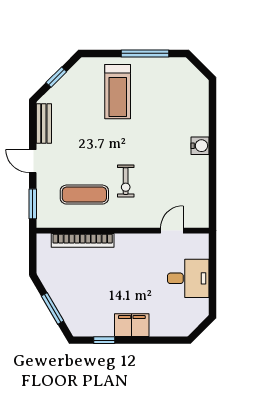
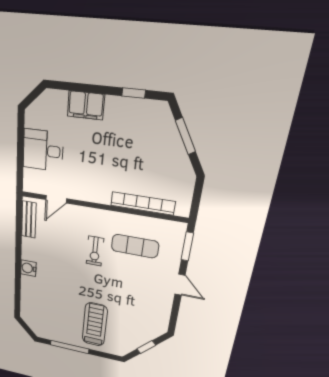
bench: (44, 124) -> (29, 220), moved
exercise bike: (126, 181) -> (95, 251), turned 180
filing cabinet: (132, 325) -> (86, 105), moved

